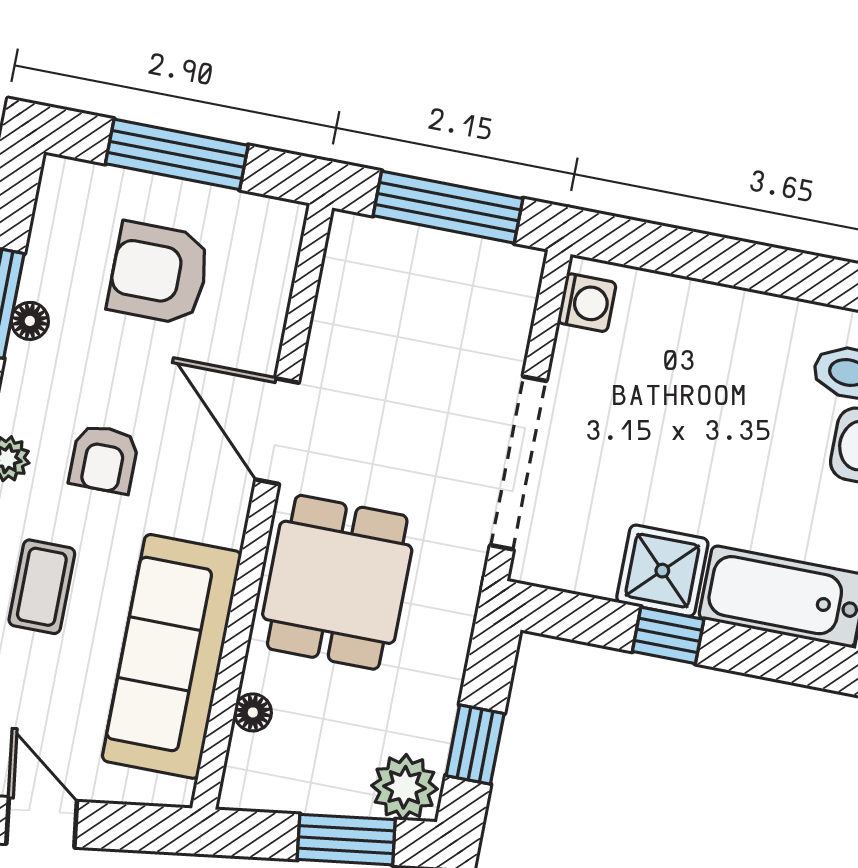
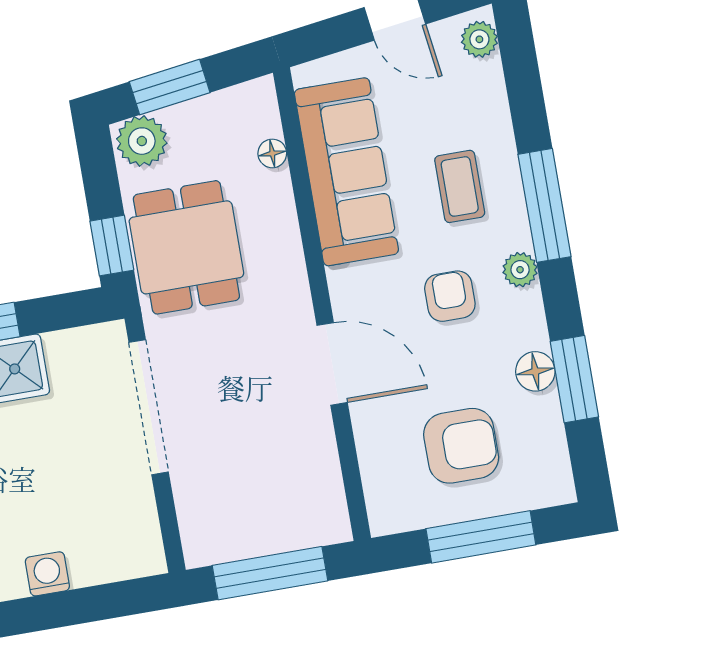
washing machine: (587, 303) -> (47, 574), moved, turned 90
floor lamp: (30, 321) -> (535, 371), width x1.37, depth x1.37
dining table: (337, 582) -> (186, 247), moved
window: (475, 745) -> (112, 246), moved

